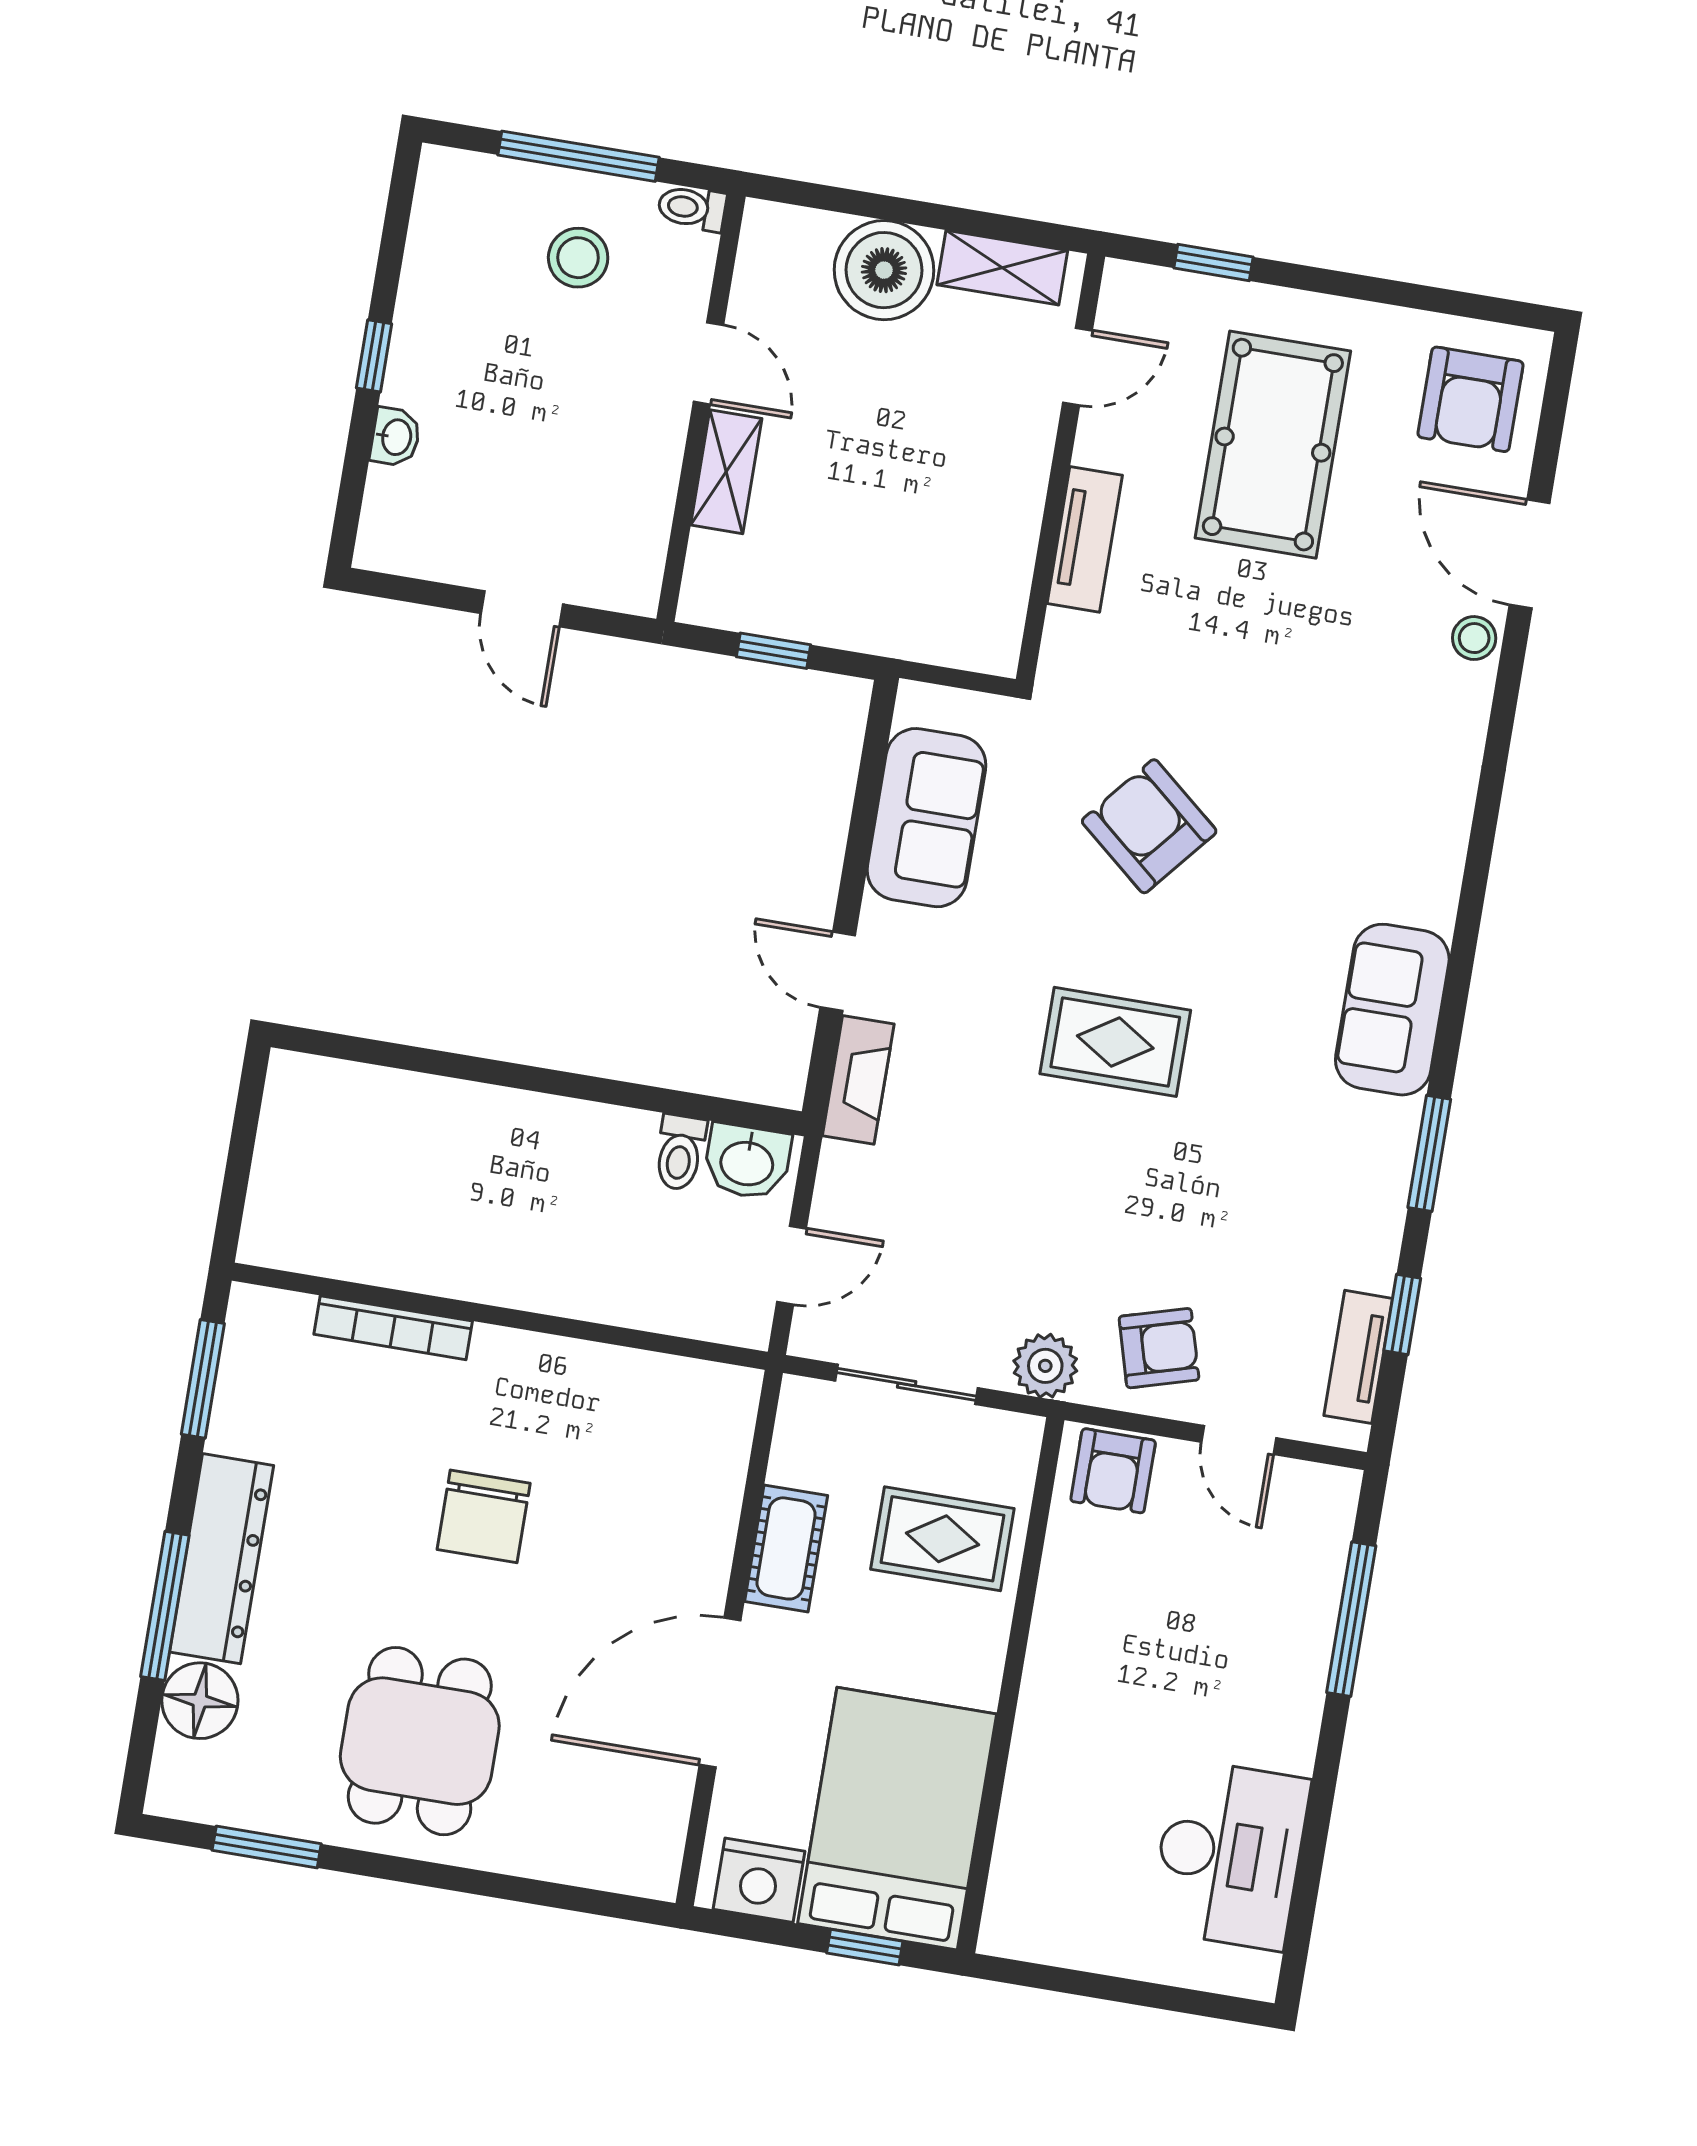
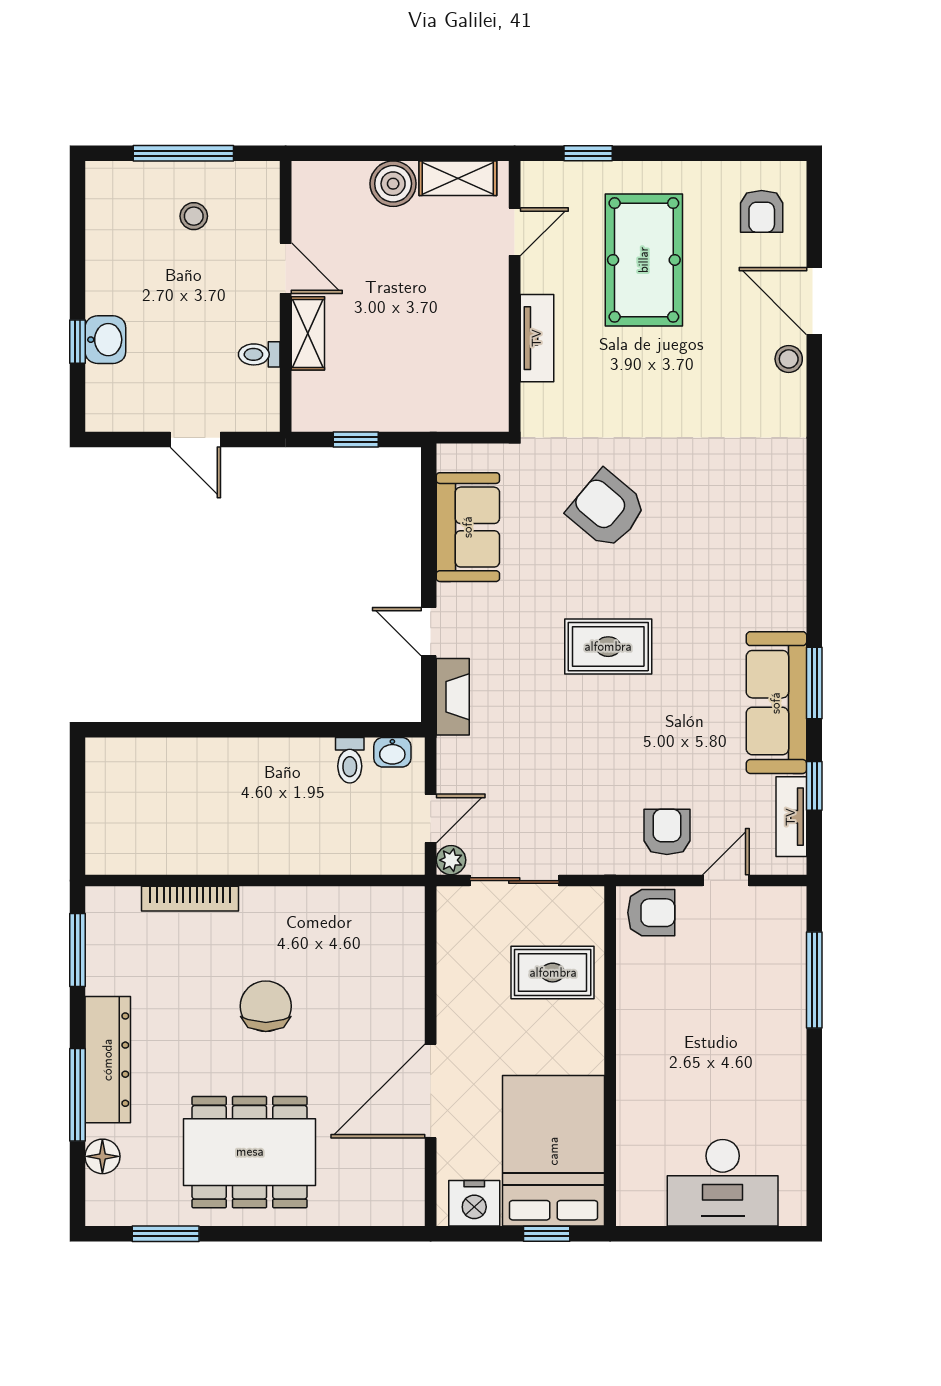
toilet: (692, 208) -> (259, 354), moved
stool: (578, 258) -> (194, 216), width x0.73, depth x0.73
boiler: (884, 270) -> (393, 184), width x0.73, depth x0.73
window: (374, 356) -> (77, 342), moved
armchair: (1471, 399) -> (762, 211), width x0.72, depth x0.72
washbasin: (395, 437) -> (105, 340), width x1.38, depth x1.45
sofa: (1392, 1010) -> (776, 703), moved, width x1.36
washbasin: (747, 1162) -> (392, 752), width x0.72, depth x0.69
armchair: (1159, 1348) -> (667, 832), turned -74
plant: (1045, 1366) -> (451, 860), moved, width x0.73, depth x0.73
door: (1239, 1440) -> (726, 881), swing flipped
armchair: (1113, 1471) -> (651, 913), turned -90
chair: (484, 1516) -> (266, 1006), turned 180
cot: (786, 1548) -> (457, 995), removed
floor lamp: (200, 1701) -> (102, 1156), width x0.73, depth x0.73
dining table: (420, 1741) -> (250, 1152), width x1.38
desk: (1230, 1855) -> (723, 1183), moved, turned 90

